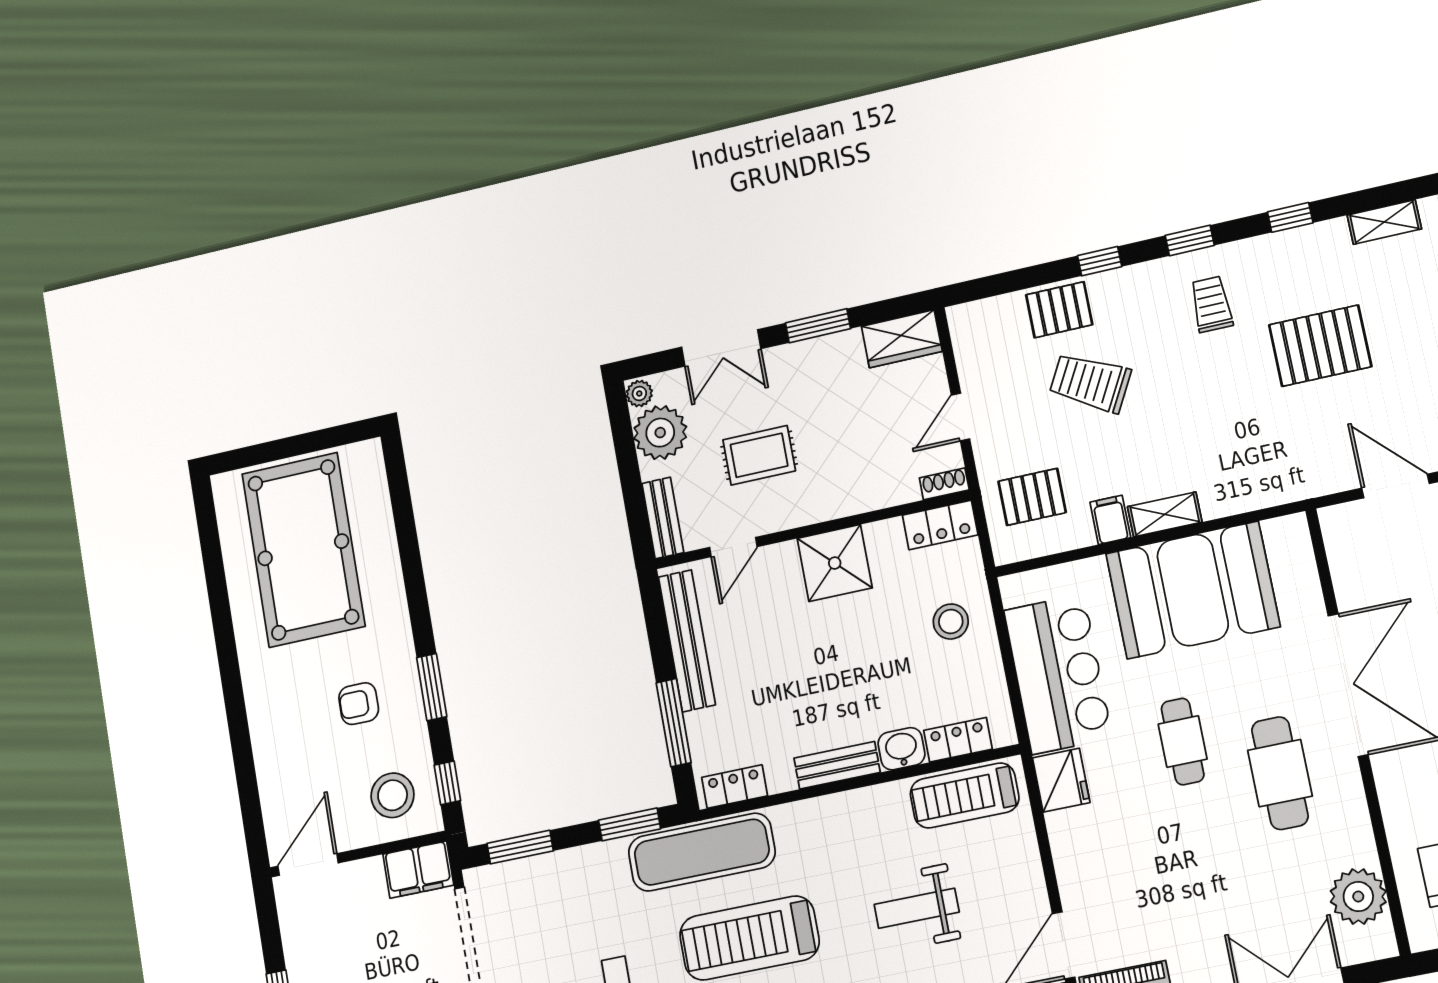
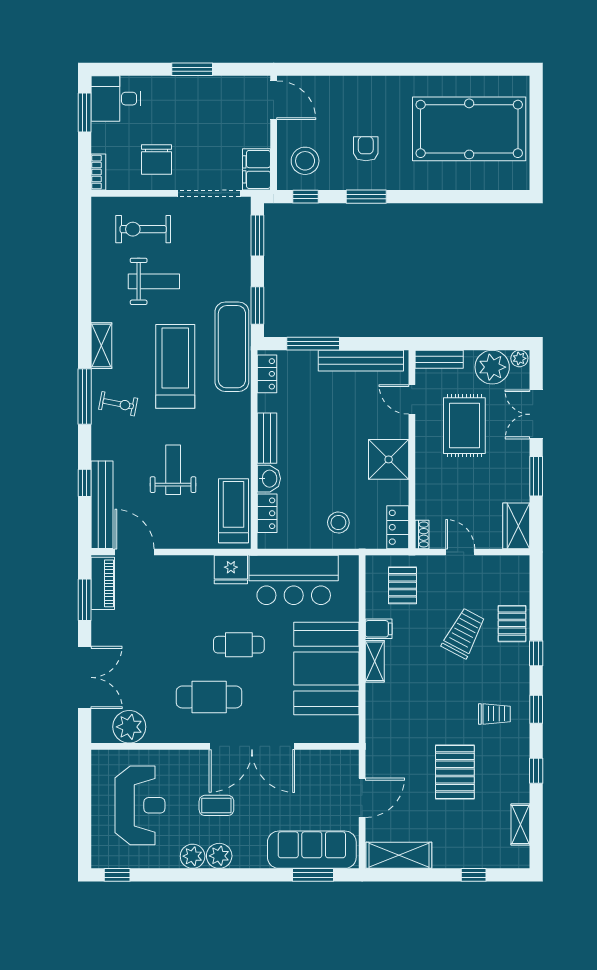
rug: (759, 455) -> (464, 426), width x1.36, depth x1.43

